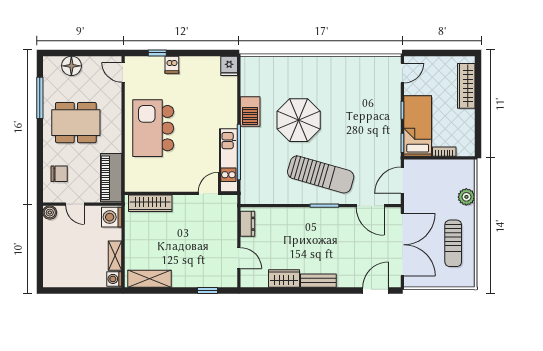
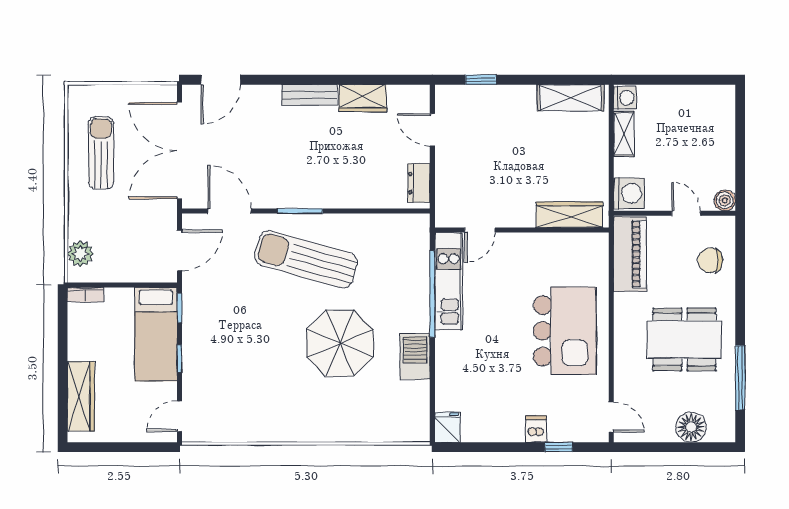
bookcase: (444, 152) -> (85, 295), moved
plant: (466, 197) -> (80, 254), moved

